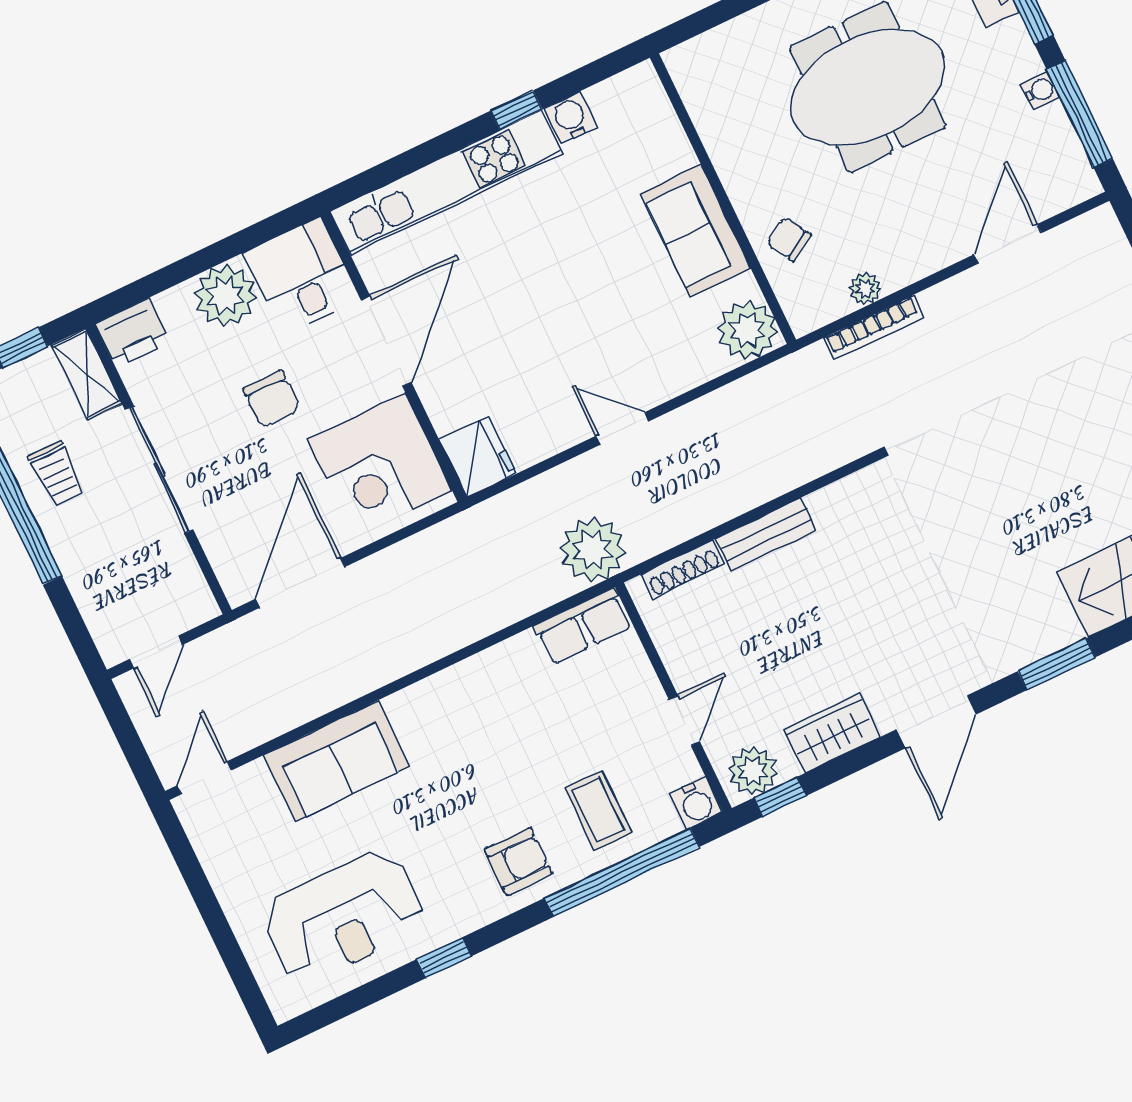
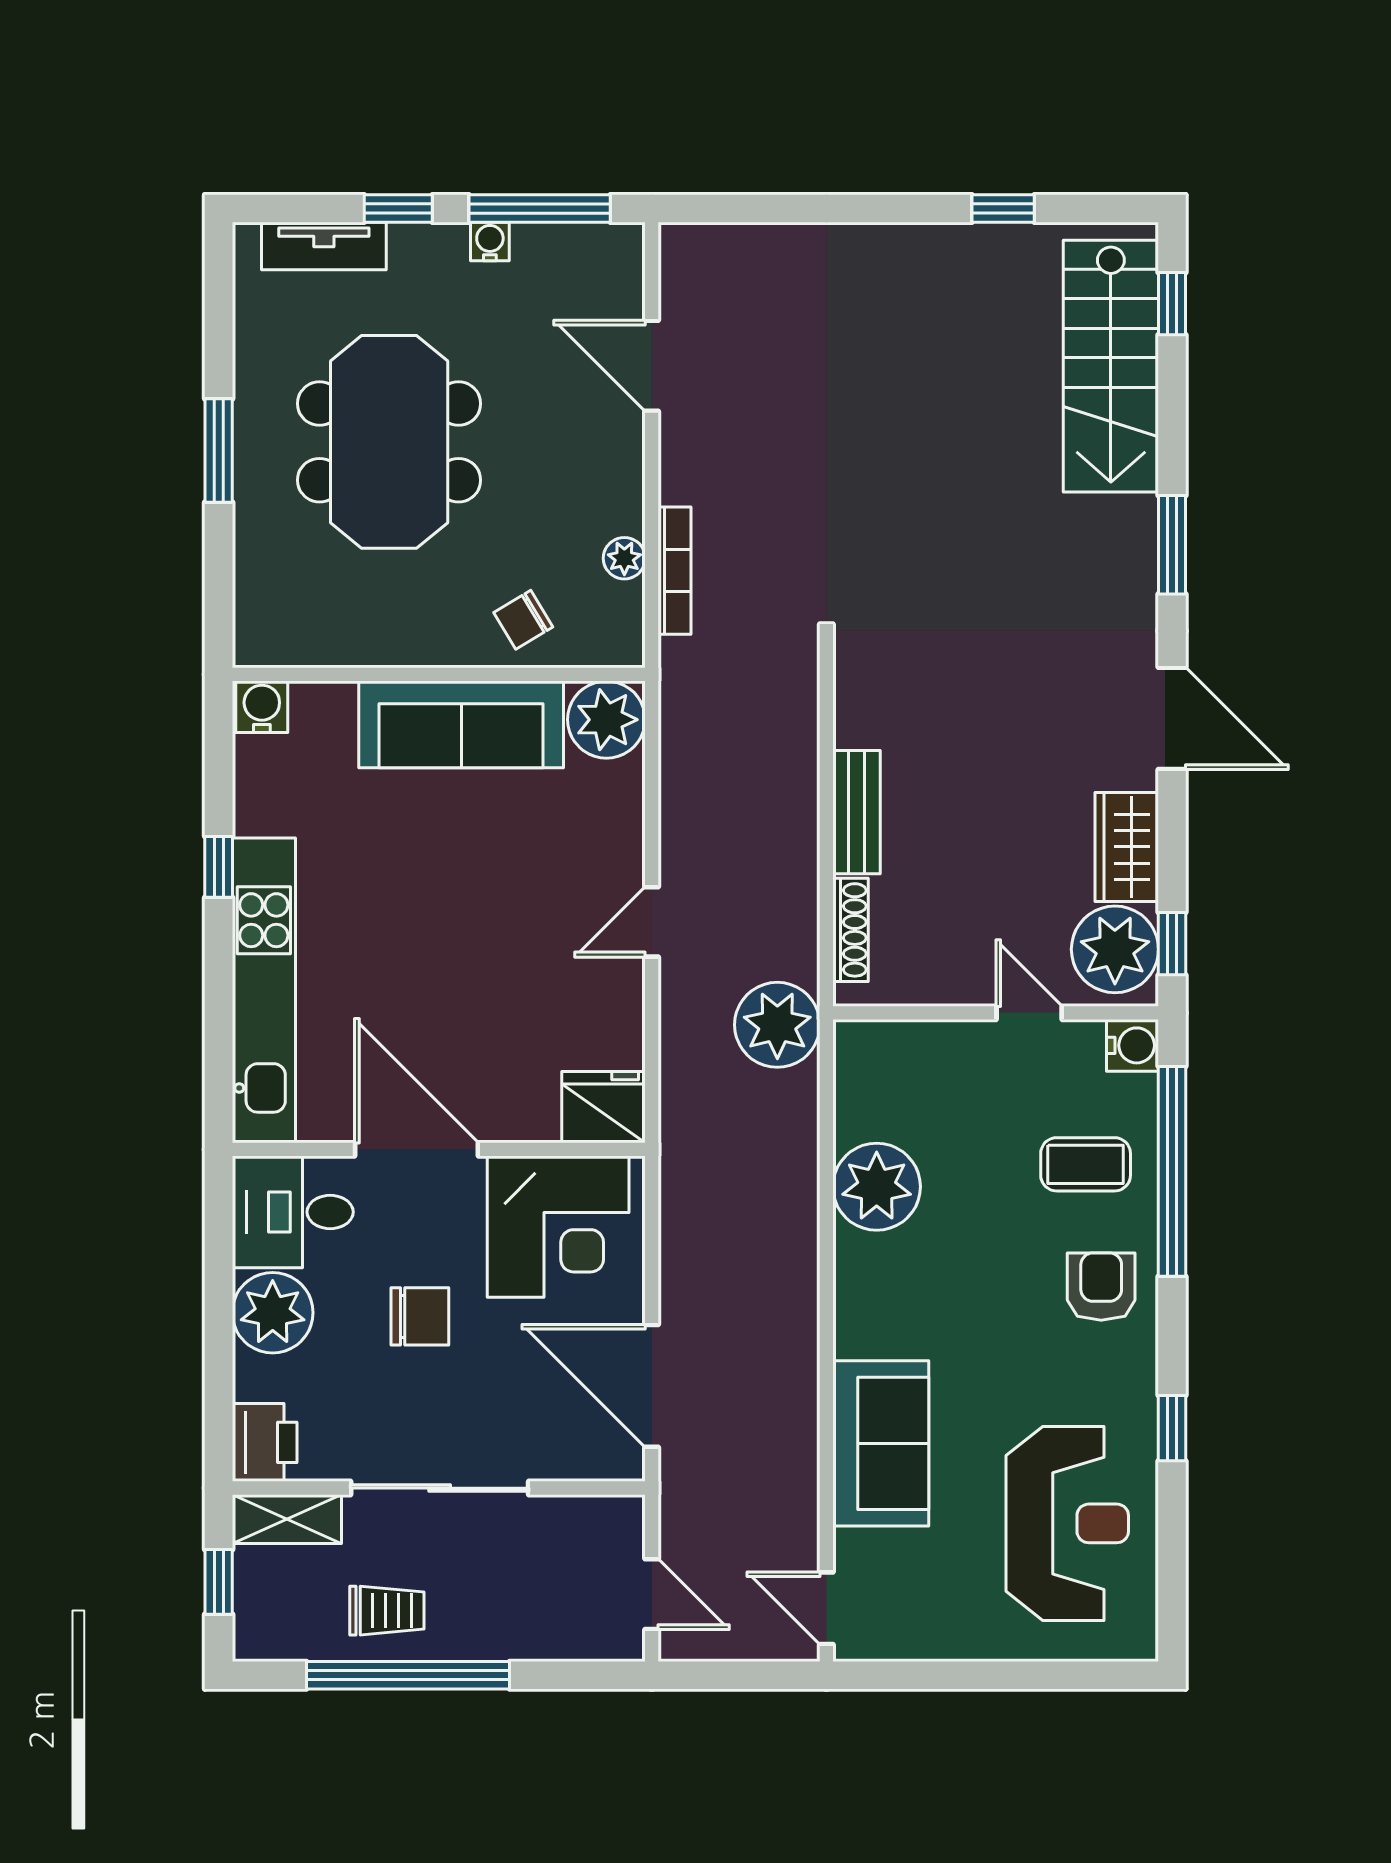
water cooler: (571, 118) -> (262, 707), moved, turned 90
sofa: (696, 231) -> (461, 724), width x1.36
row of seats: (583, 626) -> (861, 1079), removed
plant: (513, 673) -> (877, 1187), added
plant: (753, 771) -> (1115, 949), width x1.36, depth x1.36

